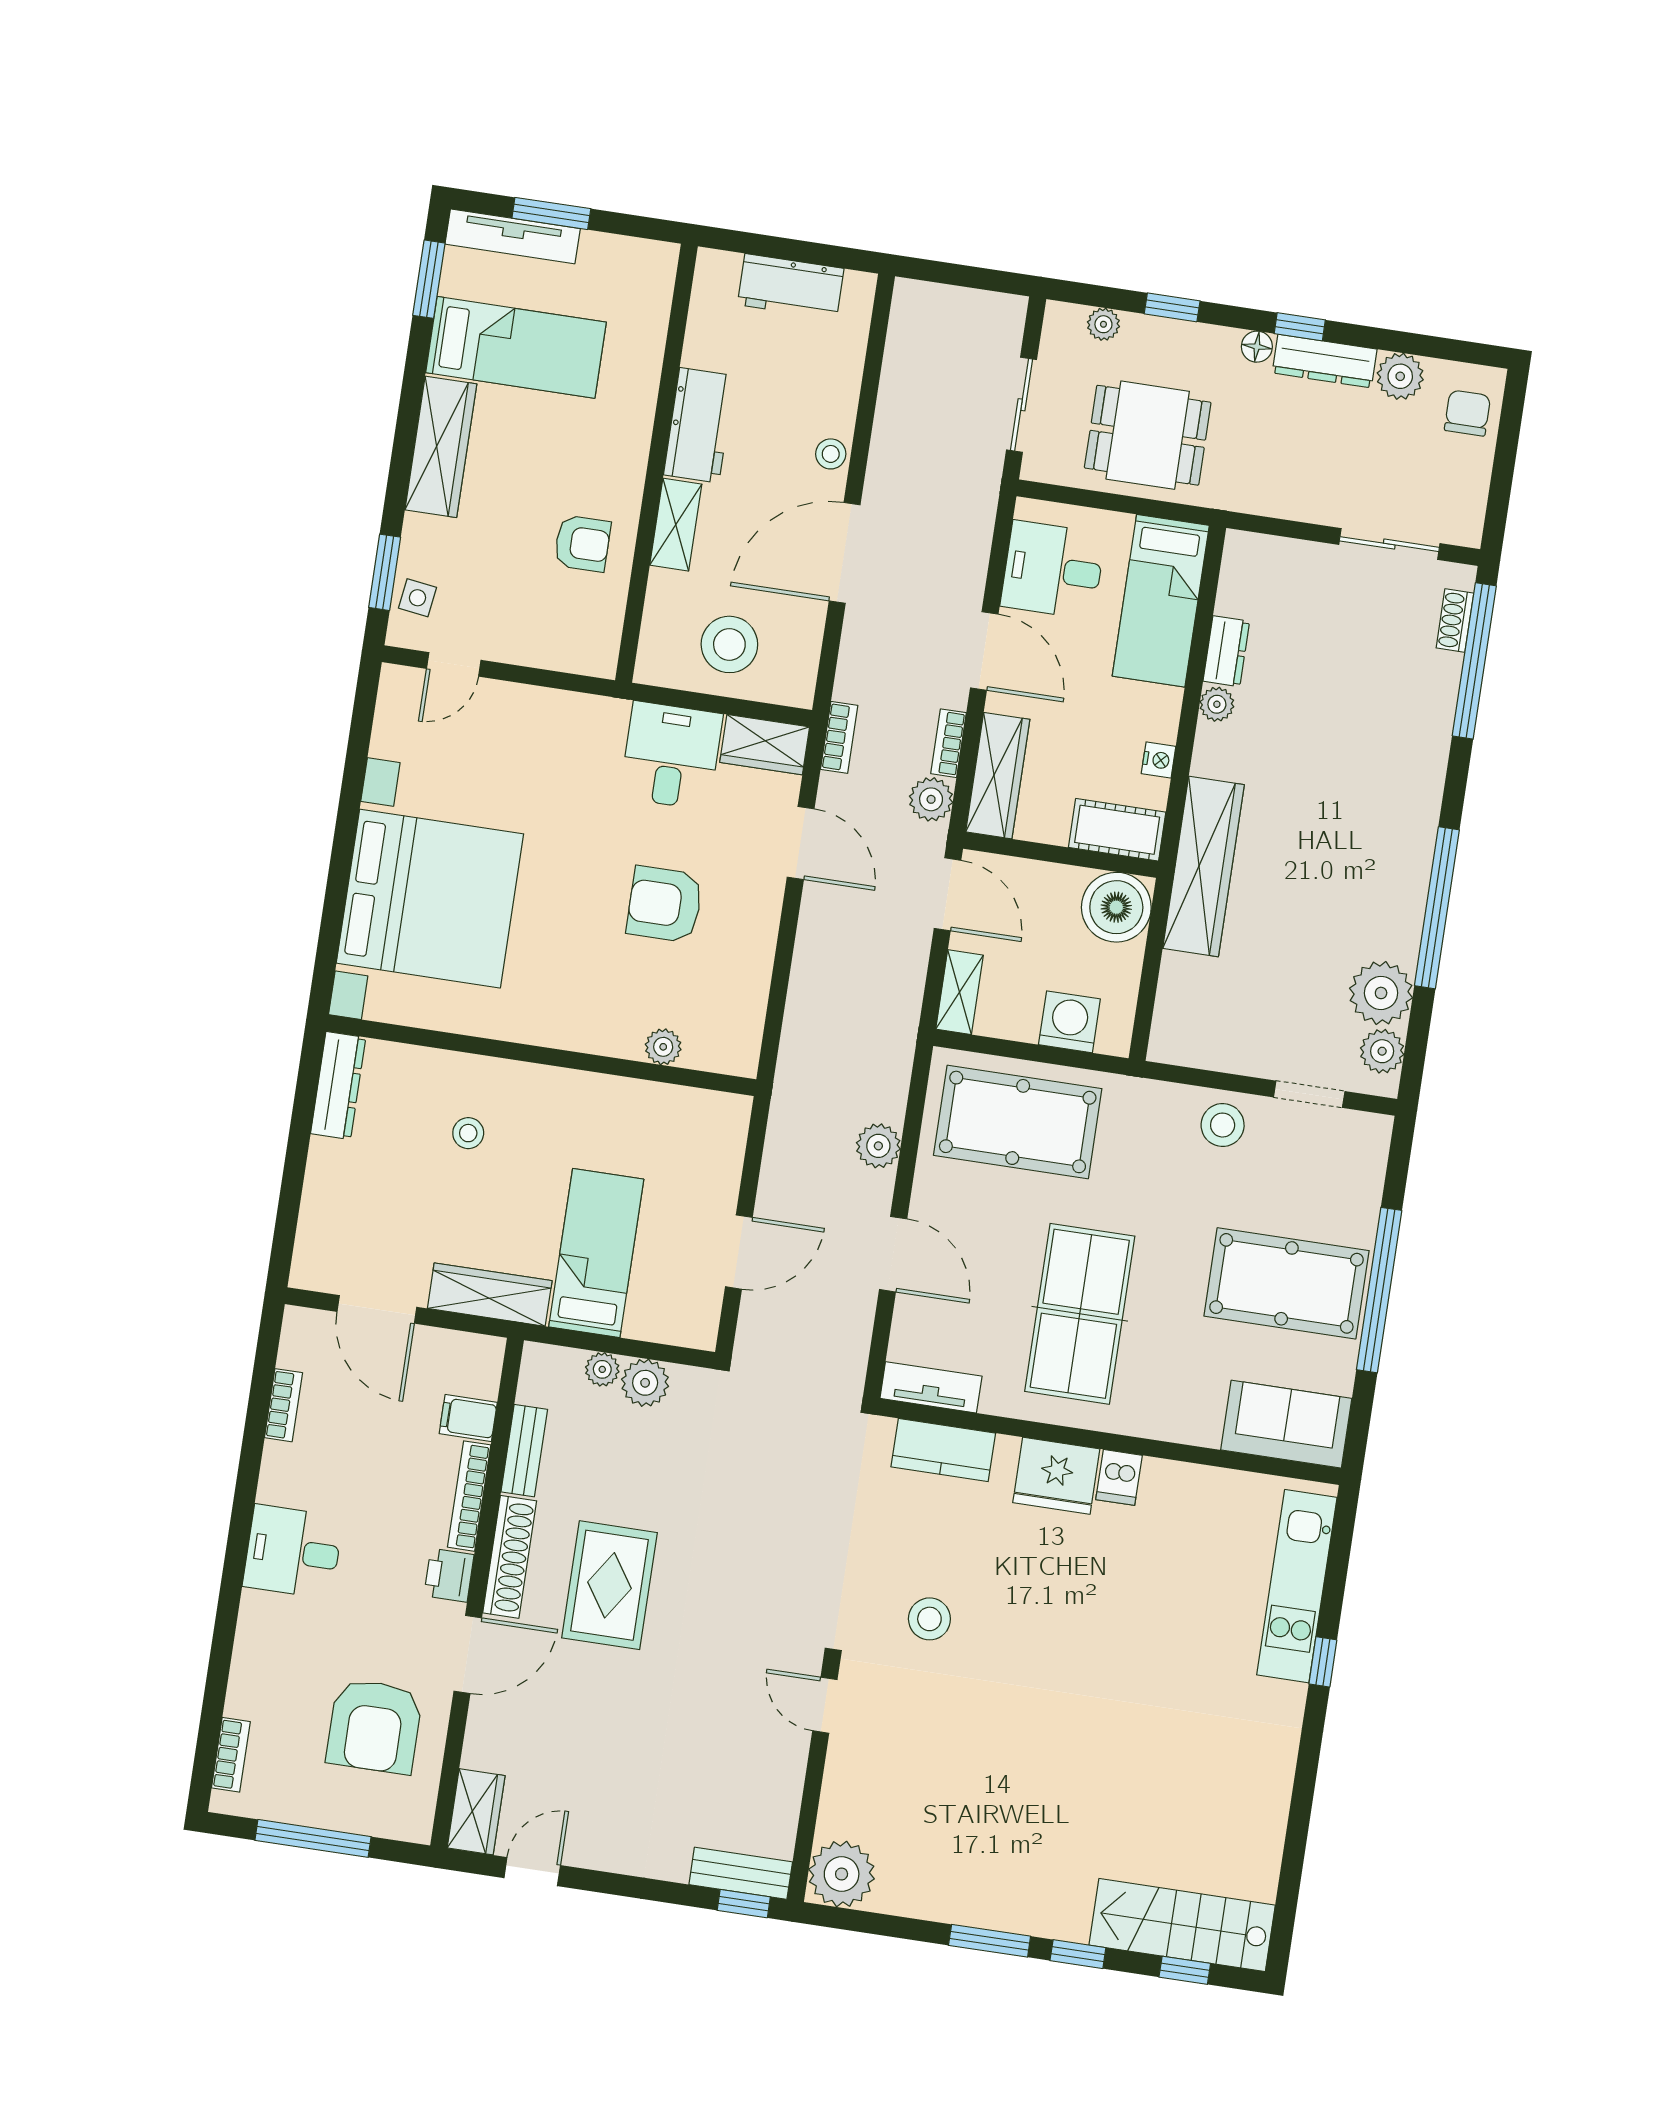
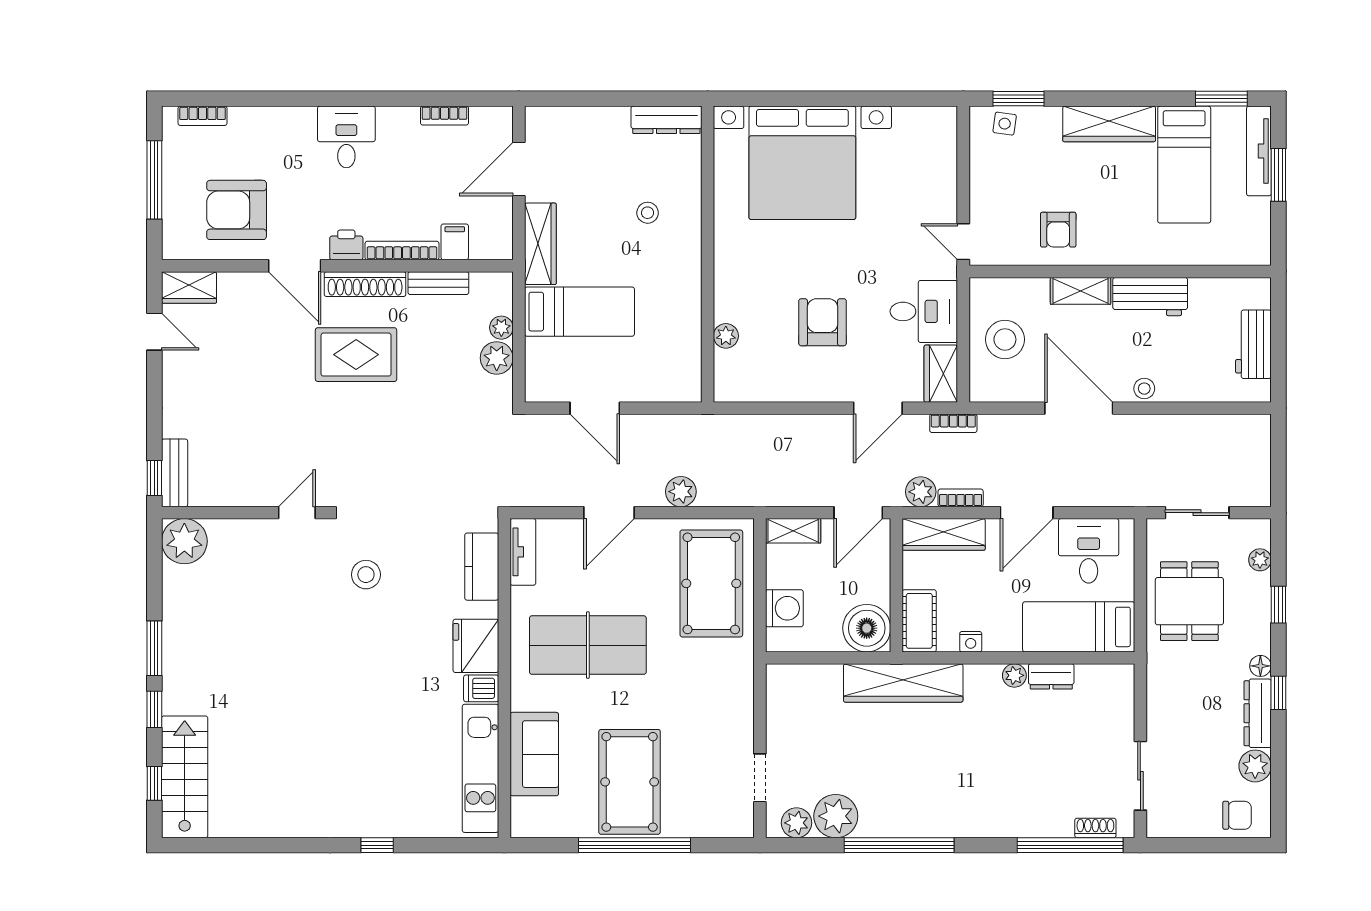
door: (454, 664) -> (963, 242), moved
stool: (1223, 1125) -> (730, 722), removed
sofa: (1286, 1424) -> (534, 754), moved
kitchen unit: (1297, 1586) -> (480, 768), moved, turned -90

